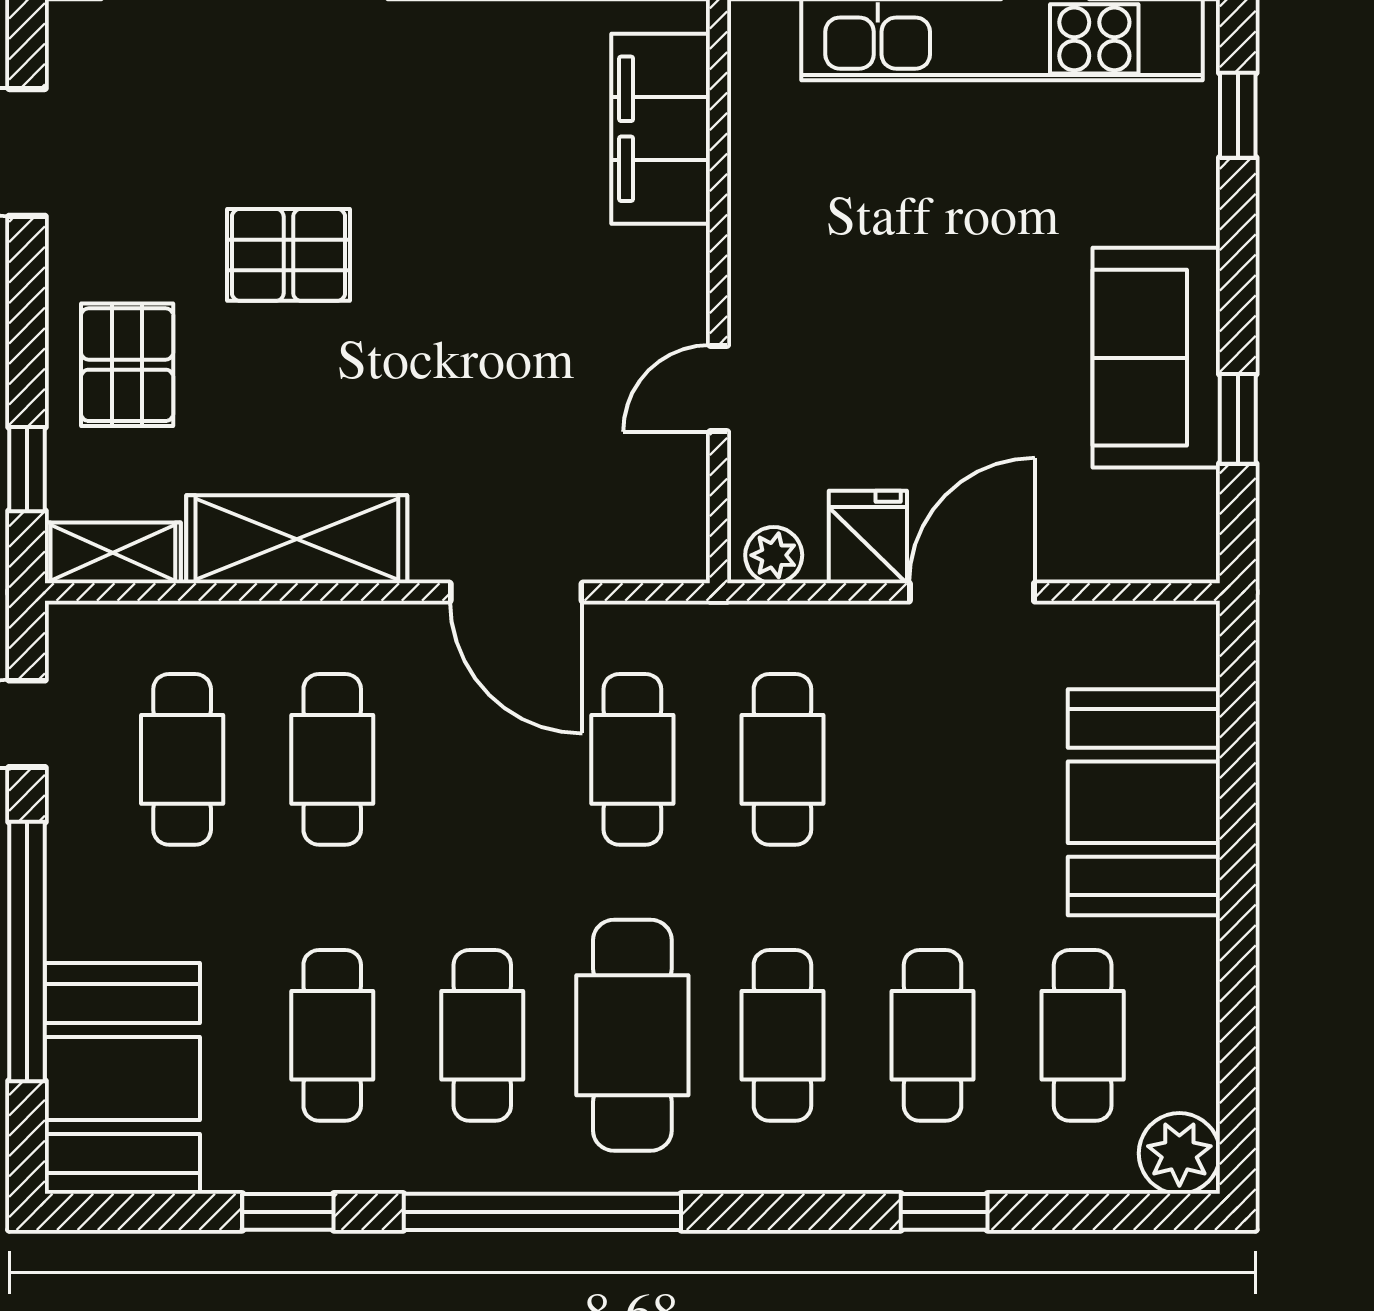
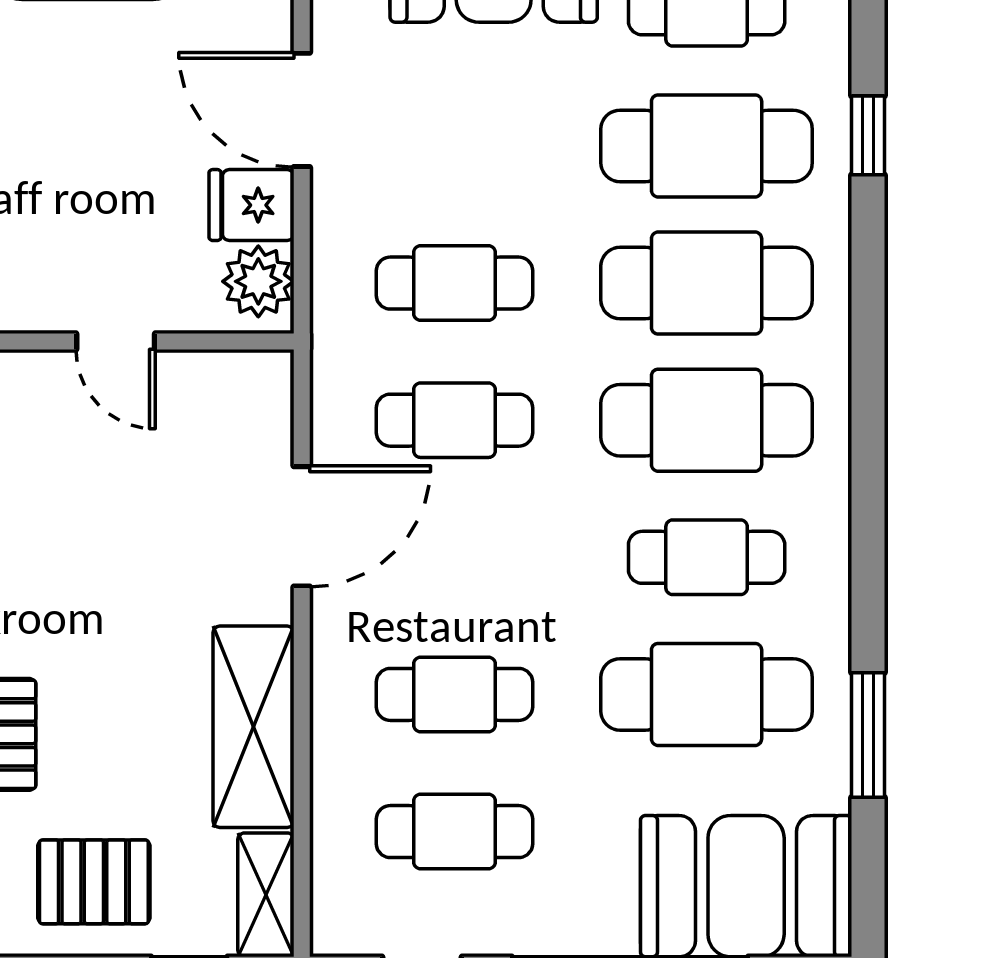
plant: (774, 555) -> (258, 281), width x1.38, depth x1.38
cafe table: (332, 1035) -> (707, 694), width x1.37, depth x1.35
cafe table: (782, 1035) -> (707, 283), width x1.37, depth x1.35
cafe table: (933, 1035) -> (707, 146), width x1.37, depth x1.35
window: (288, 1212) -> (868, 735), width x1.50
window: (542, 1212) -> (868, 502), removed

